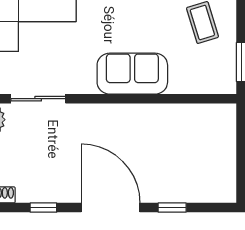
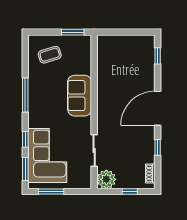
window: (172, 208) -> (158, 56), moved

